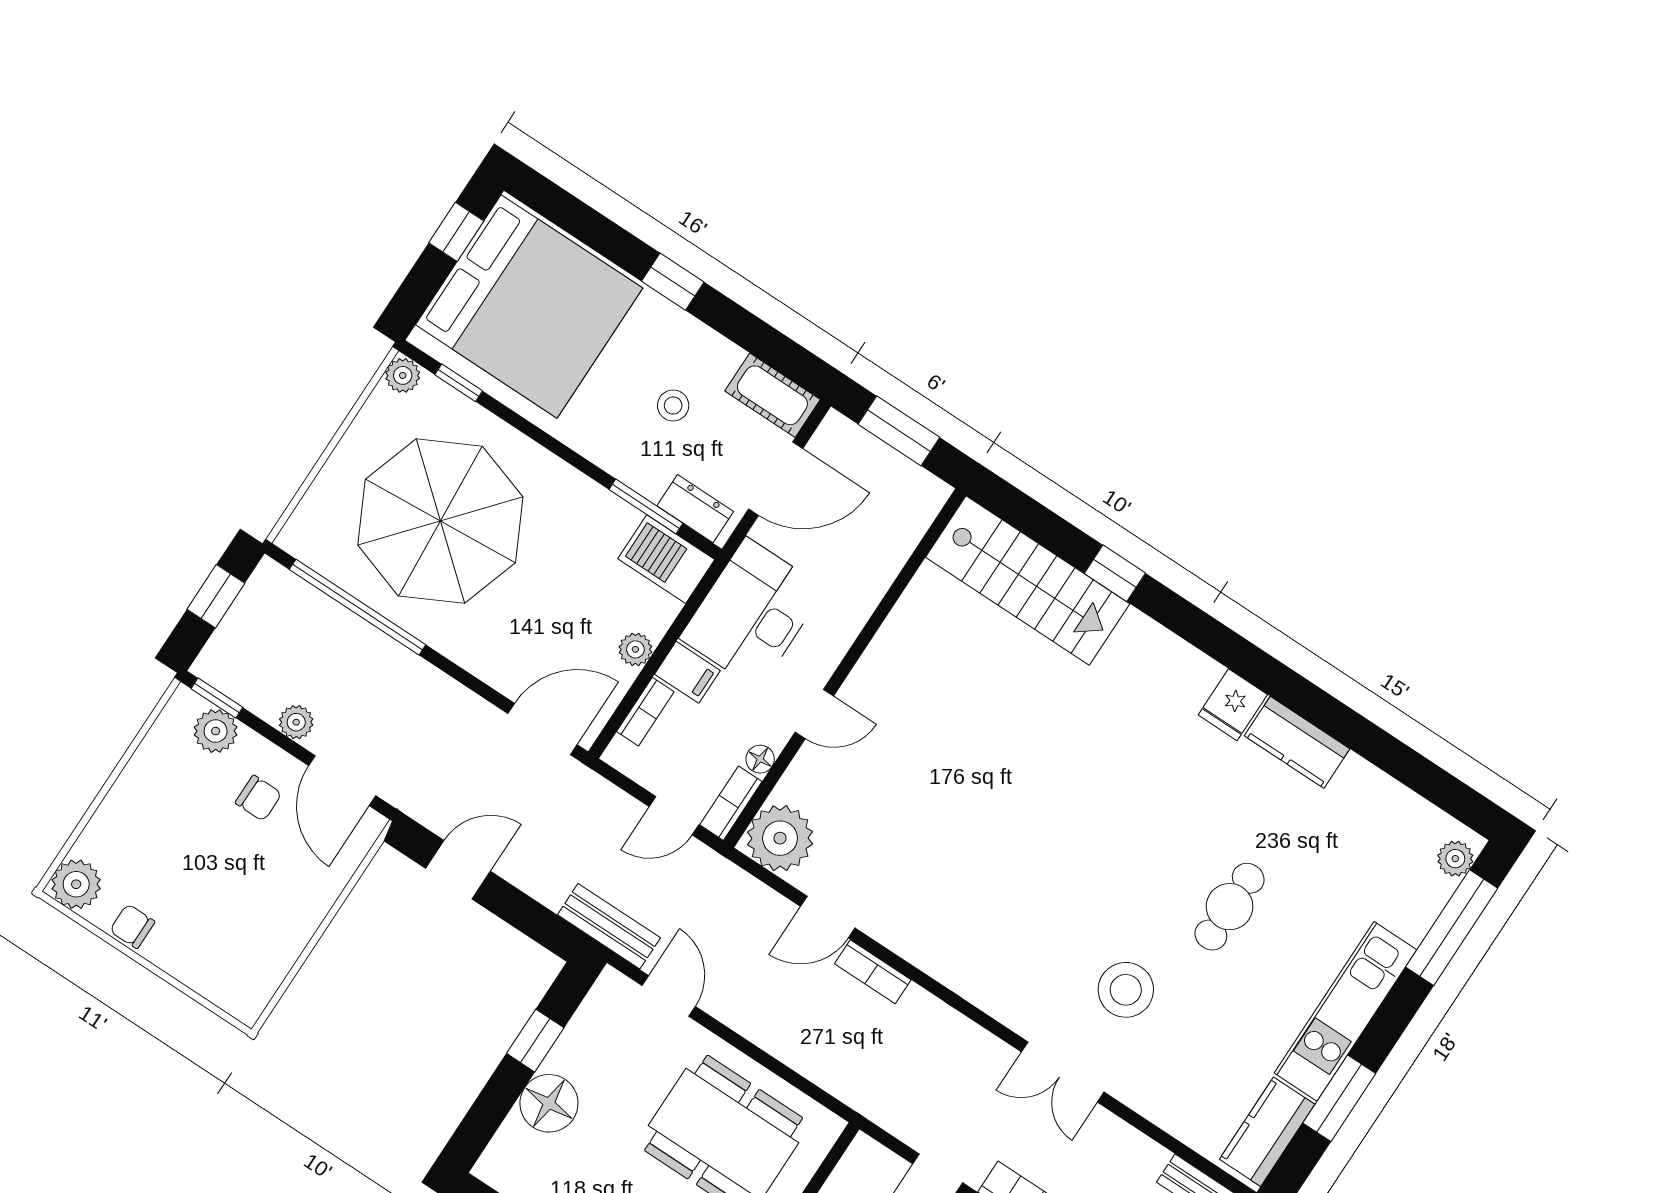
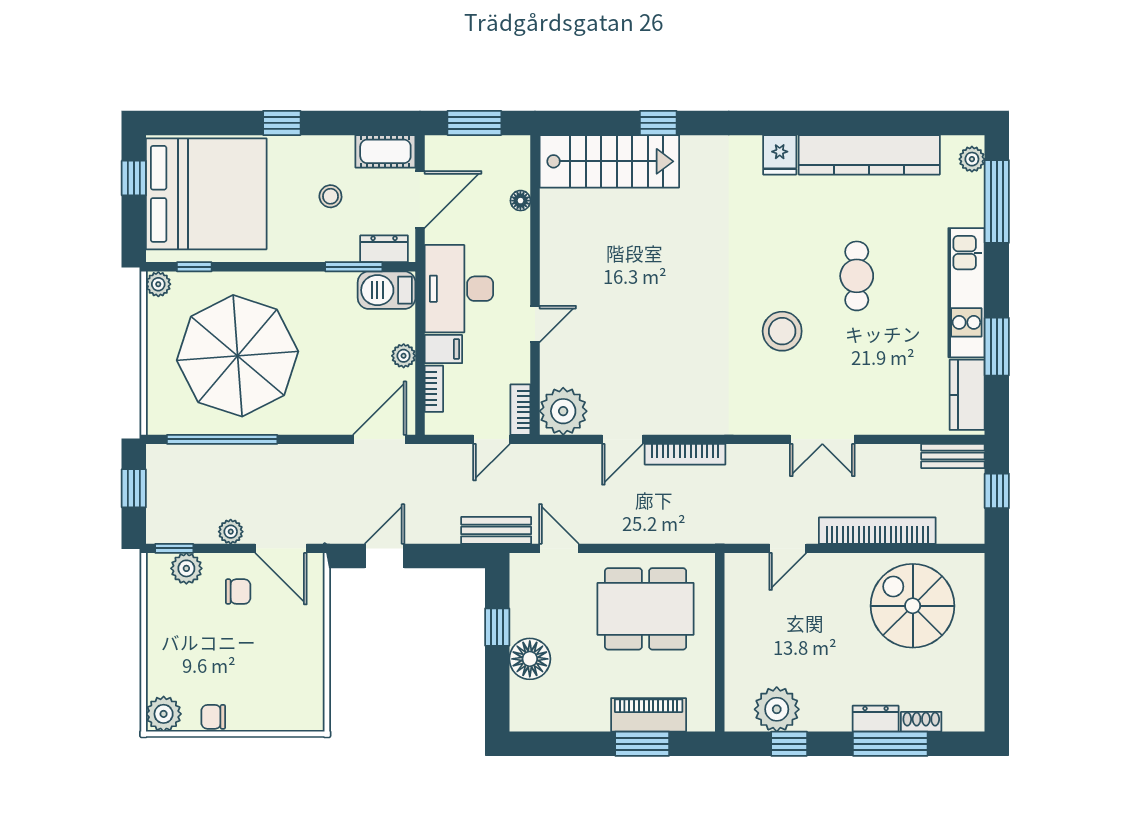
kitchen counter: (1297, 742) -> (869, 155), width x2.08, depth x1.17
floor lamp: (760, 759) -> (520, 201), moved
bookcase: (873, 972) -> (685, 454), width x1.56
stool: (1126, 990) -> (782, 331), moved

